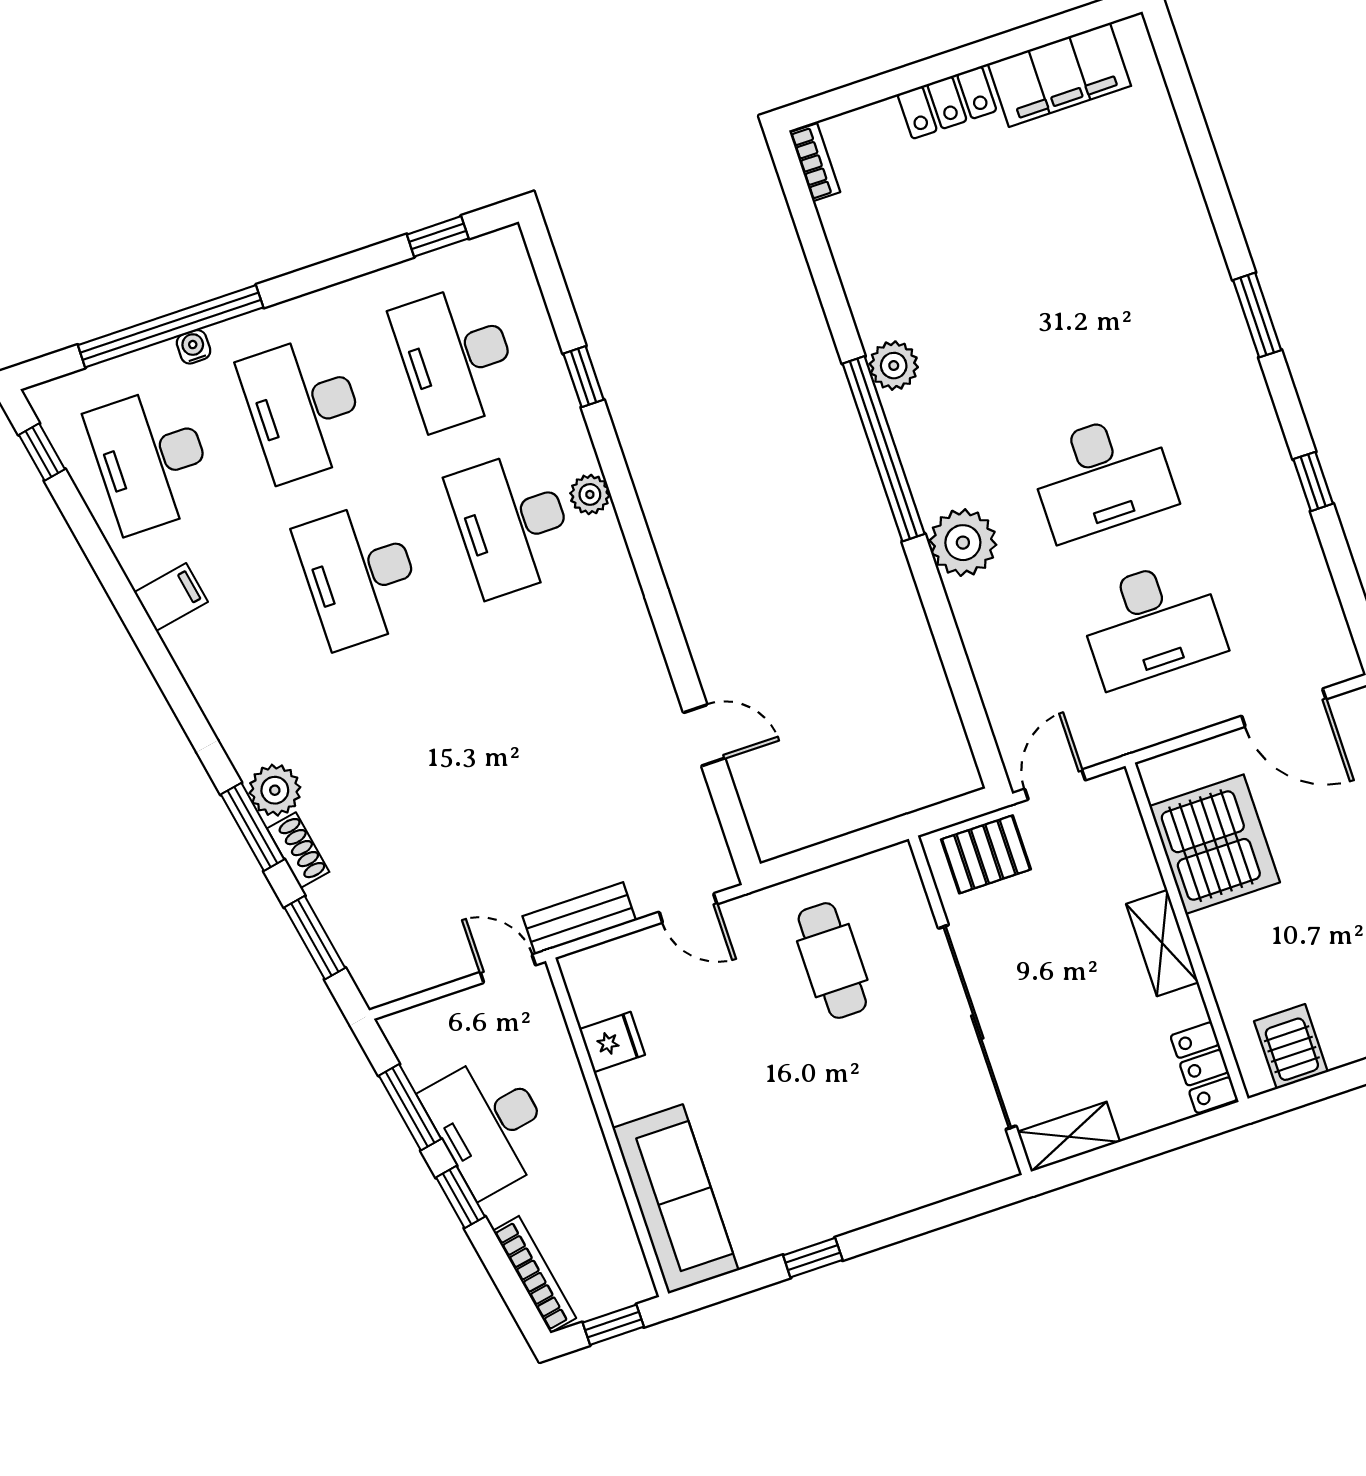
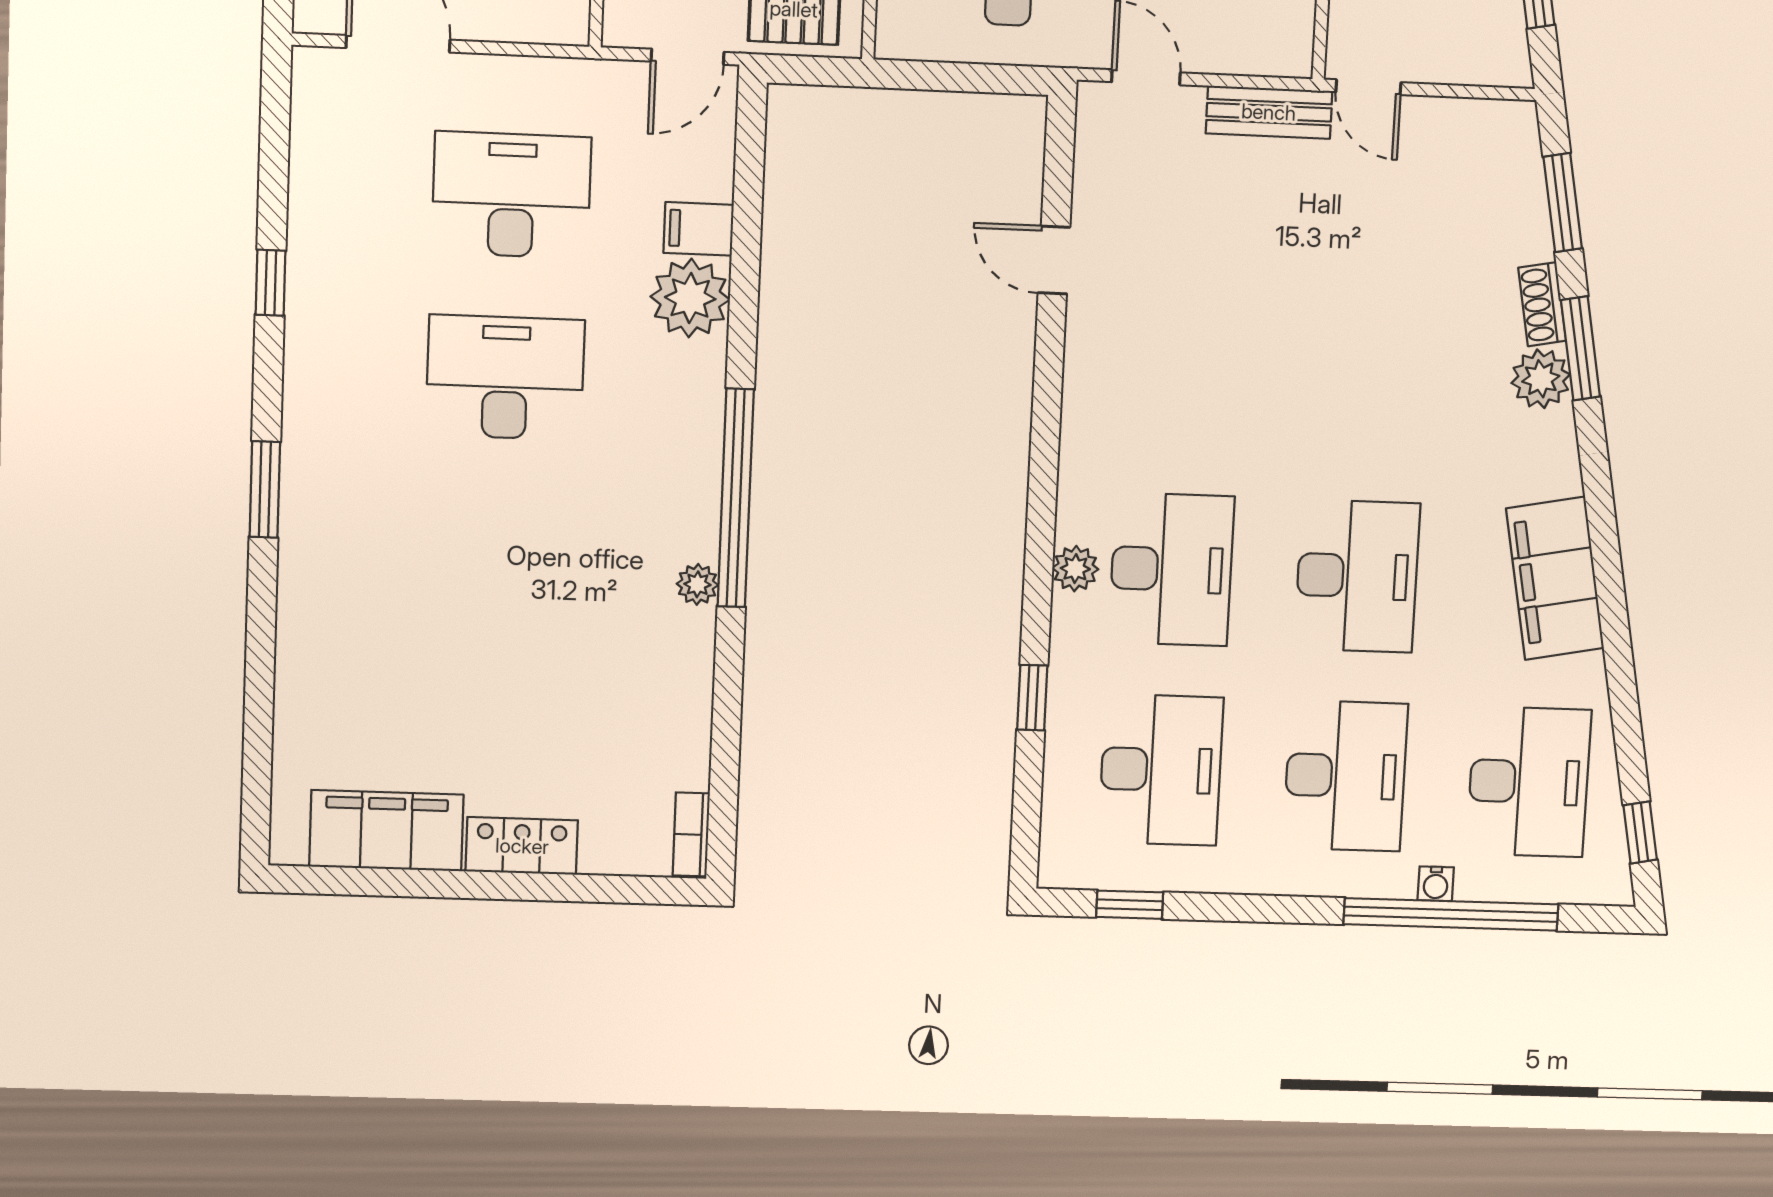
plant: (894, 366) -> (697, 584), width x0.73, depth x0.73
plant: (963, 543) -> (690, 298), moved
filing cabinet: (171, 597) -> (1555, 578), width x3.00, depth x1.17
filing cabinet: (995, 652) -> (699, 229), added

